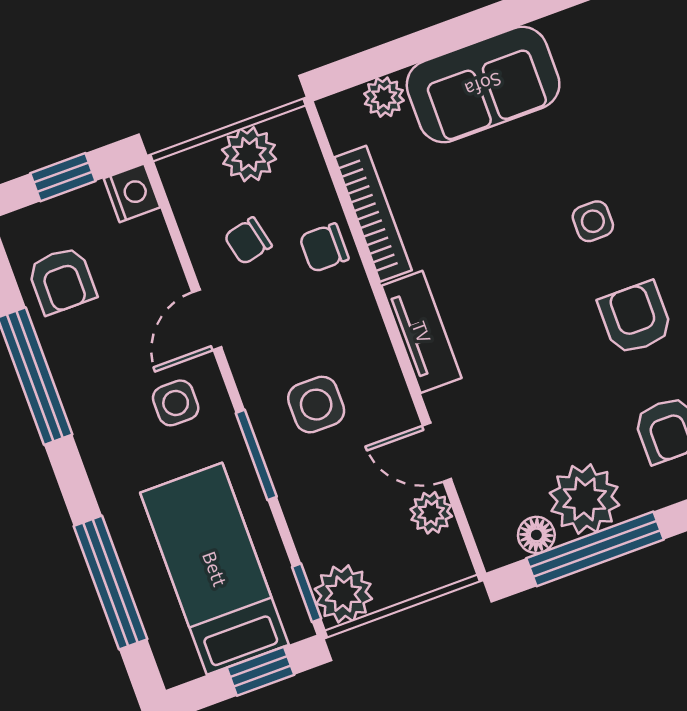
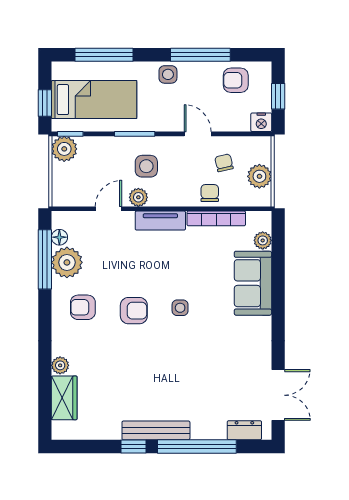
side table: (176, 403) -> (168, 74), moved
plant: (431, 513) -> (138, 197), moved

